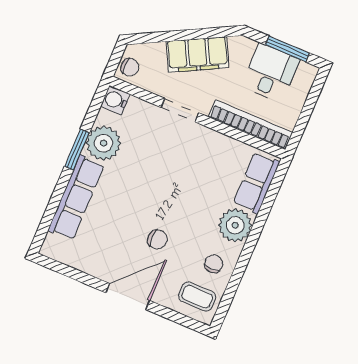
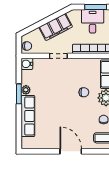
plant: (103, 143) -> (26, 90), width x0.53, depth x0.53
chair: (157, 239) -> (84, 92), moved
door: (128, 297) -> (71, 151), hinge flipped

